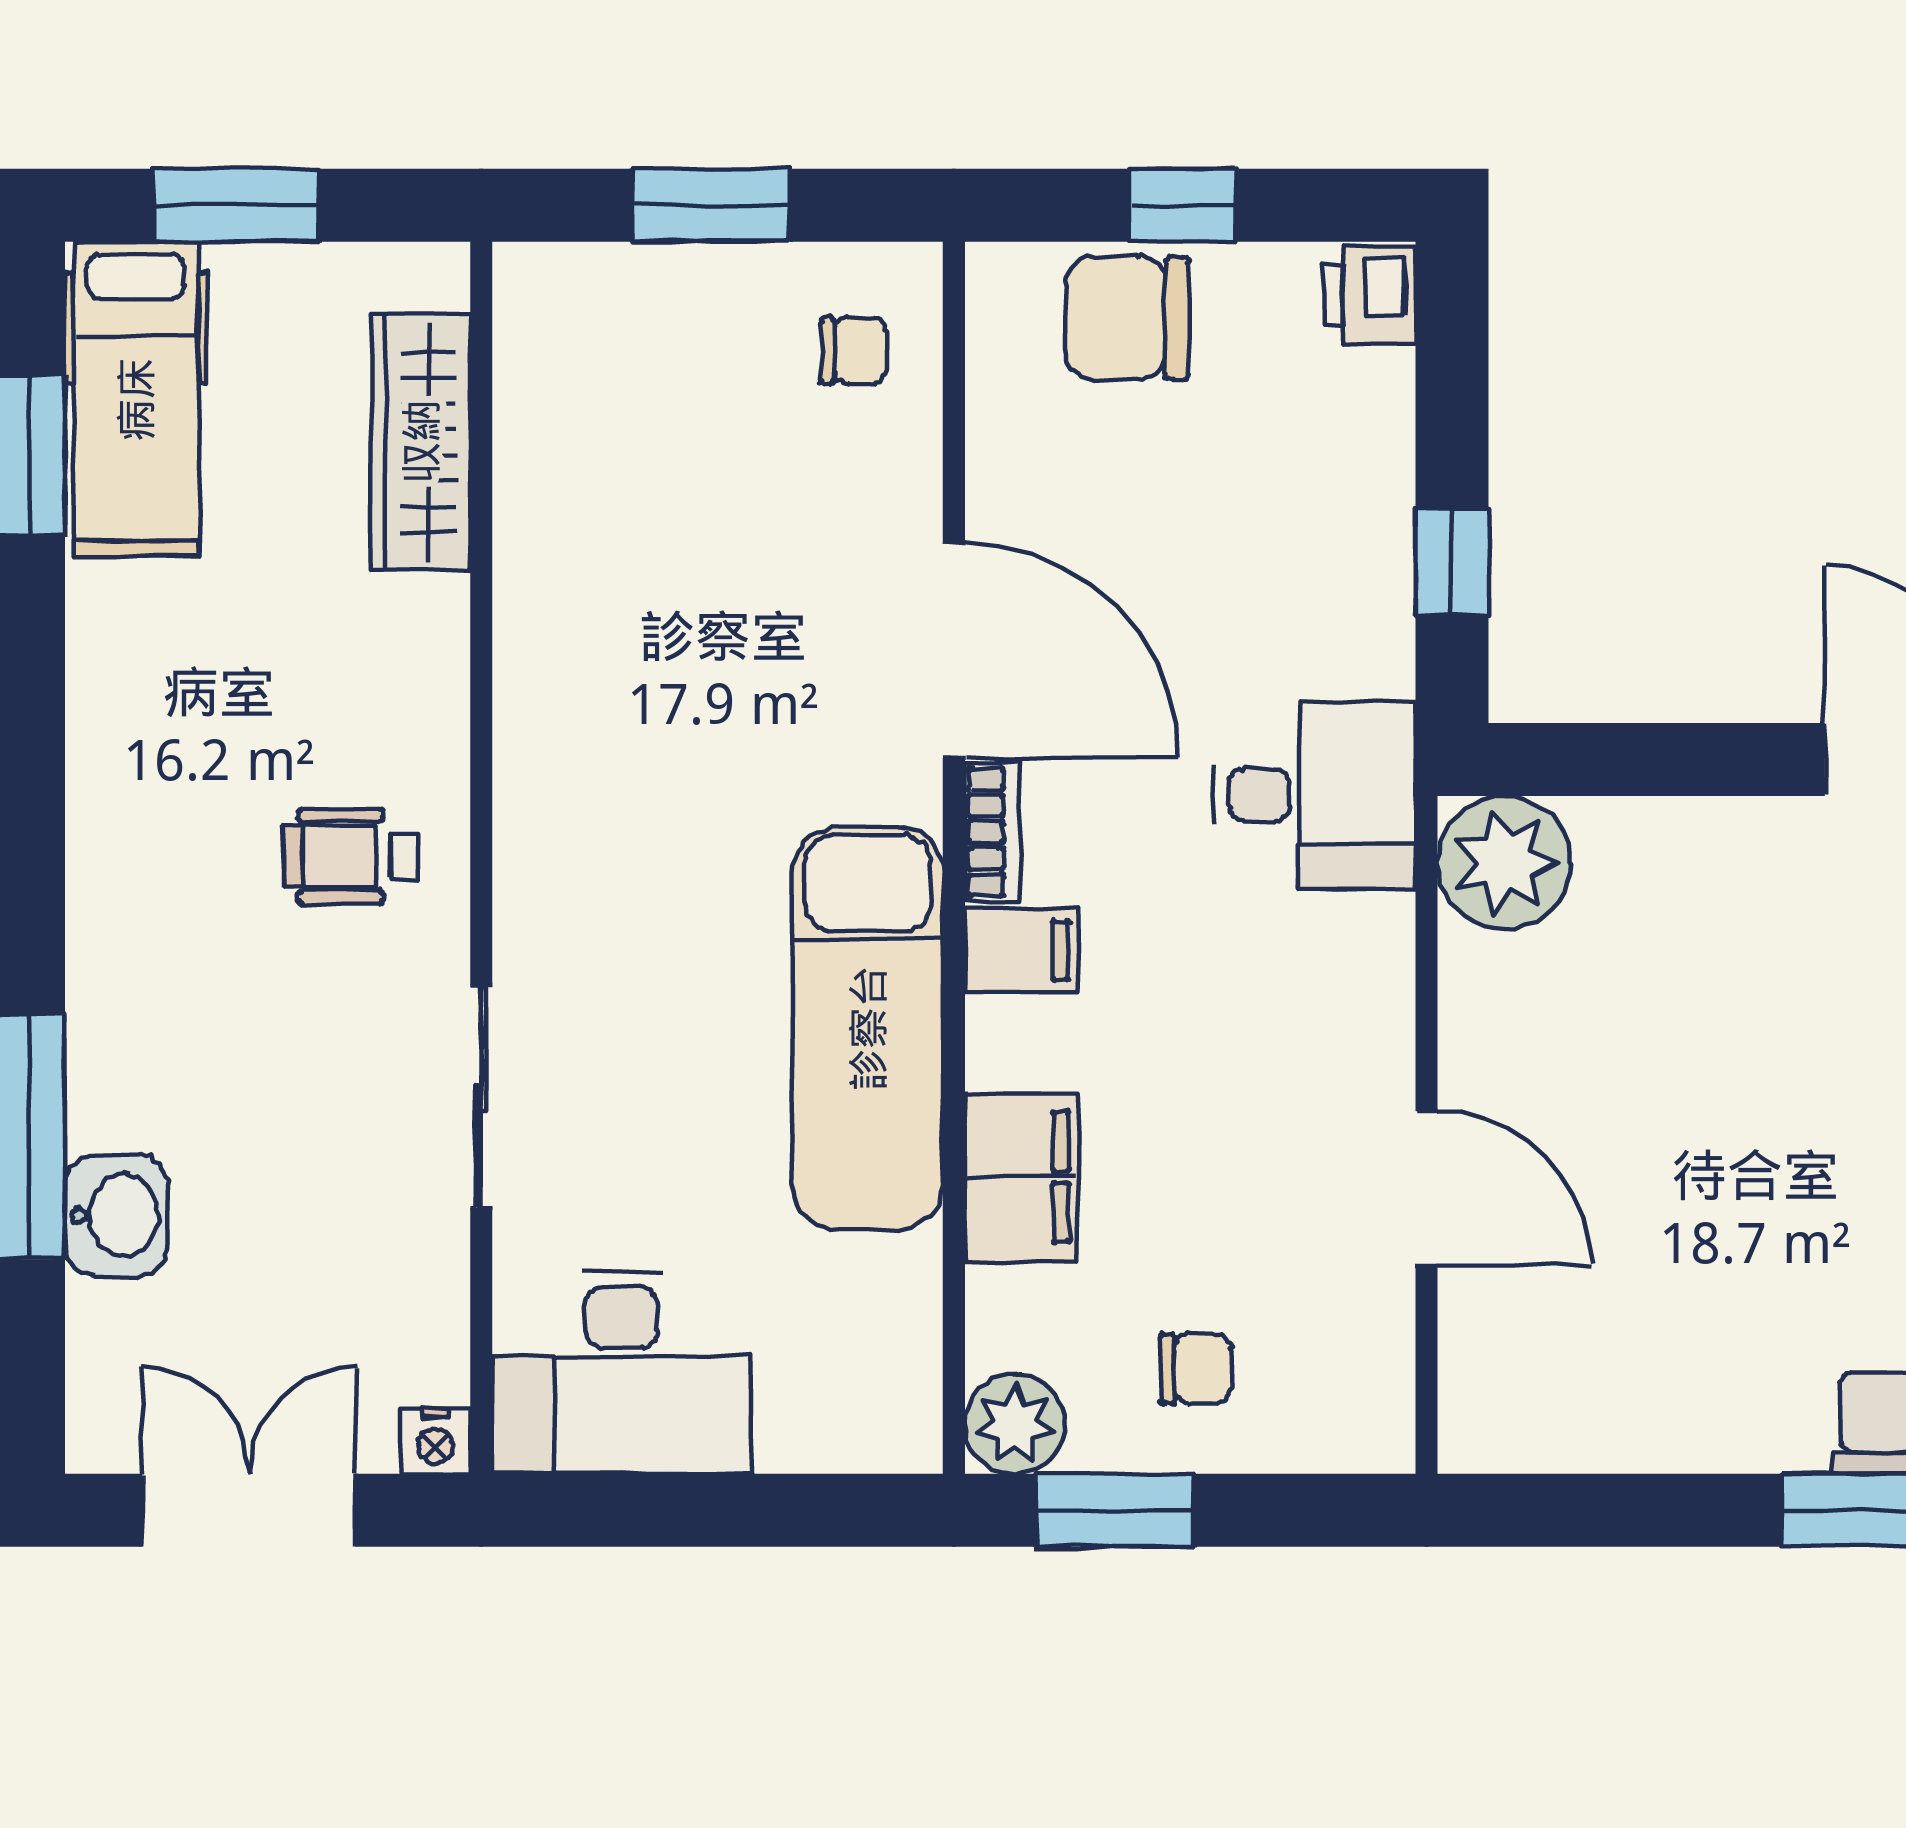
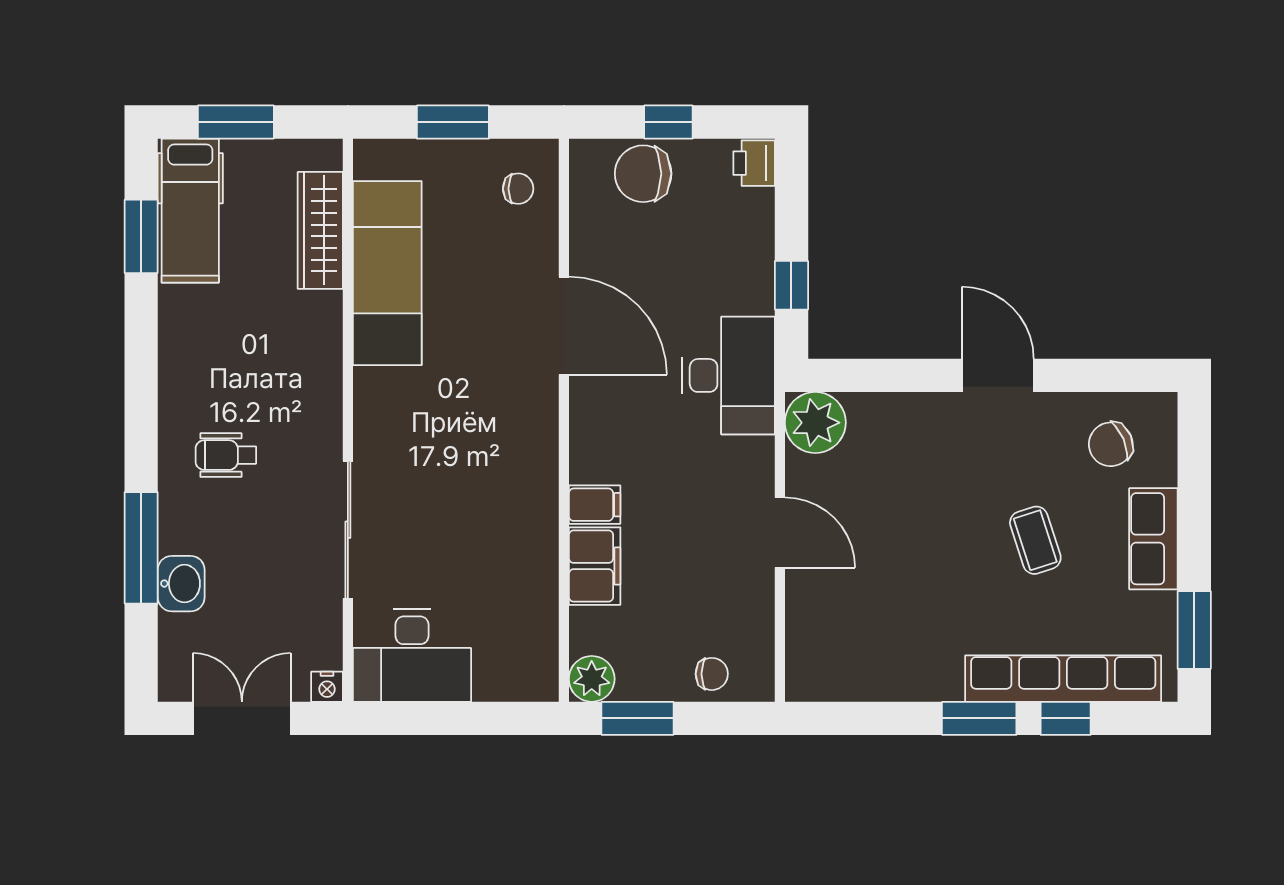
desk: (1314, 795) -> (729, 375), width x1.37
bookcase: (992, 832) -> (581, 408), removed
wheelchair: (351, 856) -> (226, 455), moved
filing cabinet: (1021, 951) -> (595, 505), moved
exam couch: (868, 1028) -> (387, 273), moved, turned 180
sliding door: (481, 1097) -> (348, 530), width x1.37
door: (1427, 1188) -> (780, 533), moved
chair: (1196, 1369) -> (712, 674), moved

